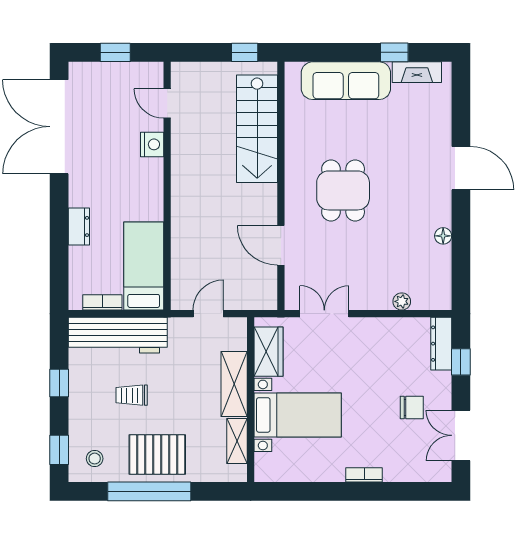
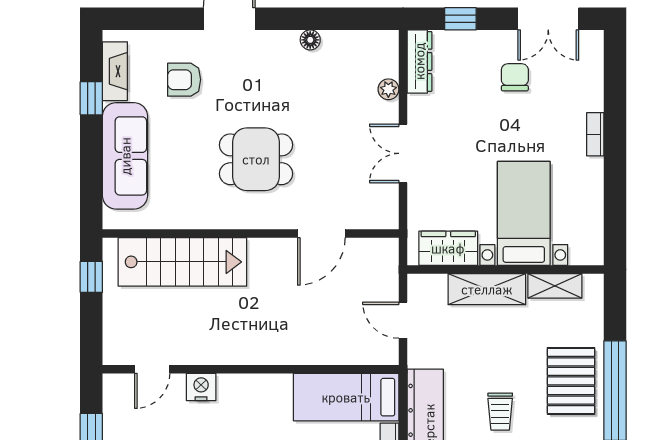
armchair: (410, 130) -> (184, 80), added
double door: (324, 314) -> (403, 153), moved
dresser: (441, 344) -> (419, 61), moved, turned -90

